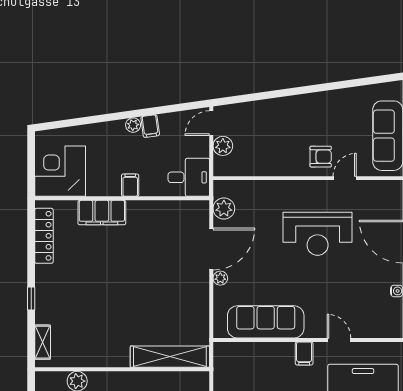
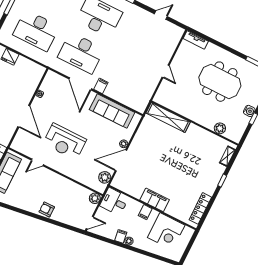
plant: (223, 146) -> (95, 198), moved
armchair: (321, 157) -> (47, 209), moved
corner desk: (60, 171) -> (166, 231), moved
filing cabinet: (102, 213) -> (155, 200), moved
reception desk: (318, 234) -> (65, 142), turned 180
door: (339, 340) -> (80, 84), width x1.88

